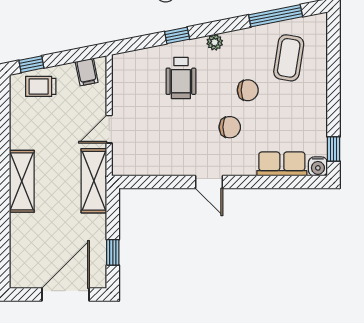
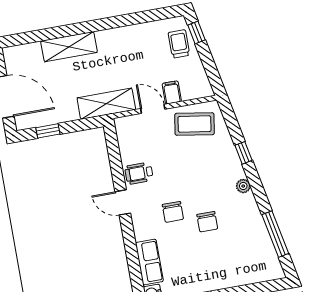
coffee table: (289, 58) -> (195, 124), moved
filing cabinet: (87, 72) -> (172, 92), moved, turned 101
wheelchair: (181, 78) -> (139, 173), moved, width x0.73, depth x0.73
shelving: (22, 181) -> (69, 47), moved
door: (209, 182) -> (123, 202), hinge flipped

